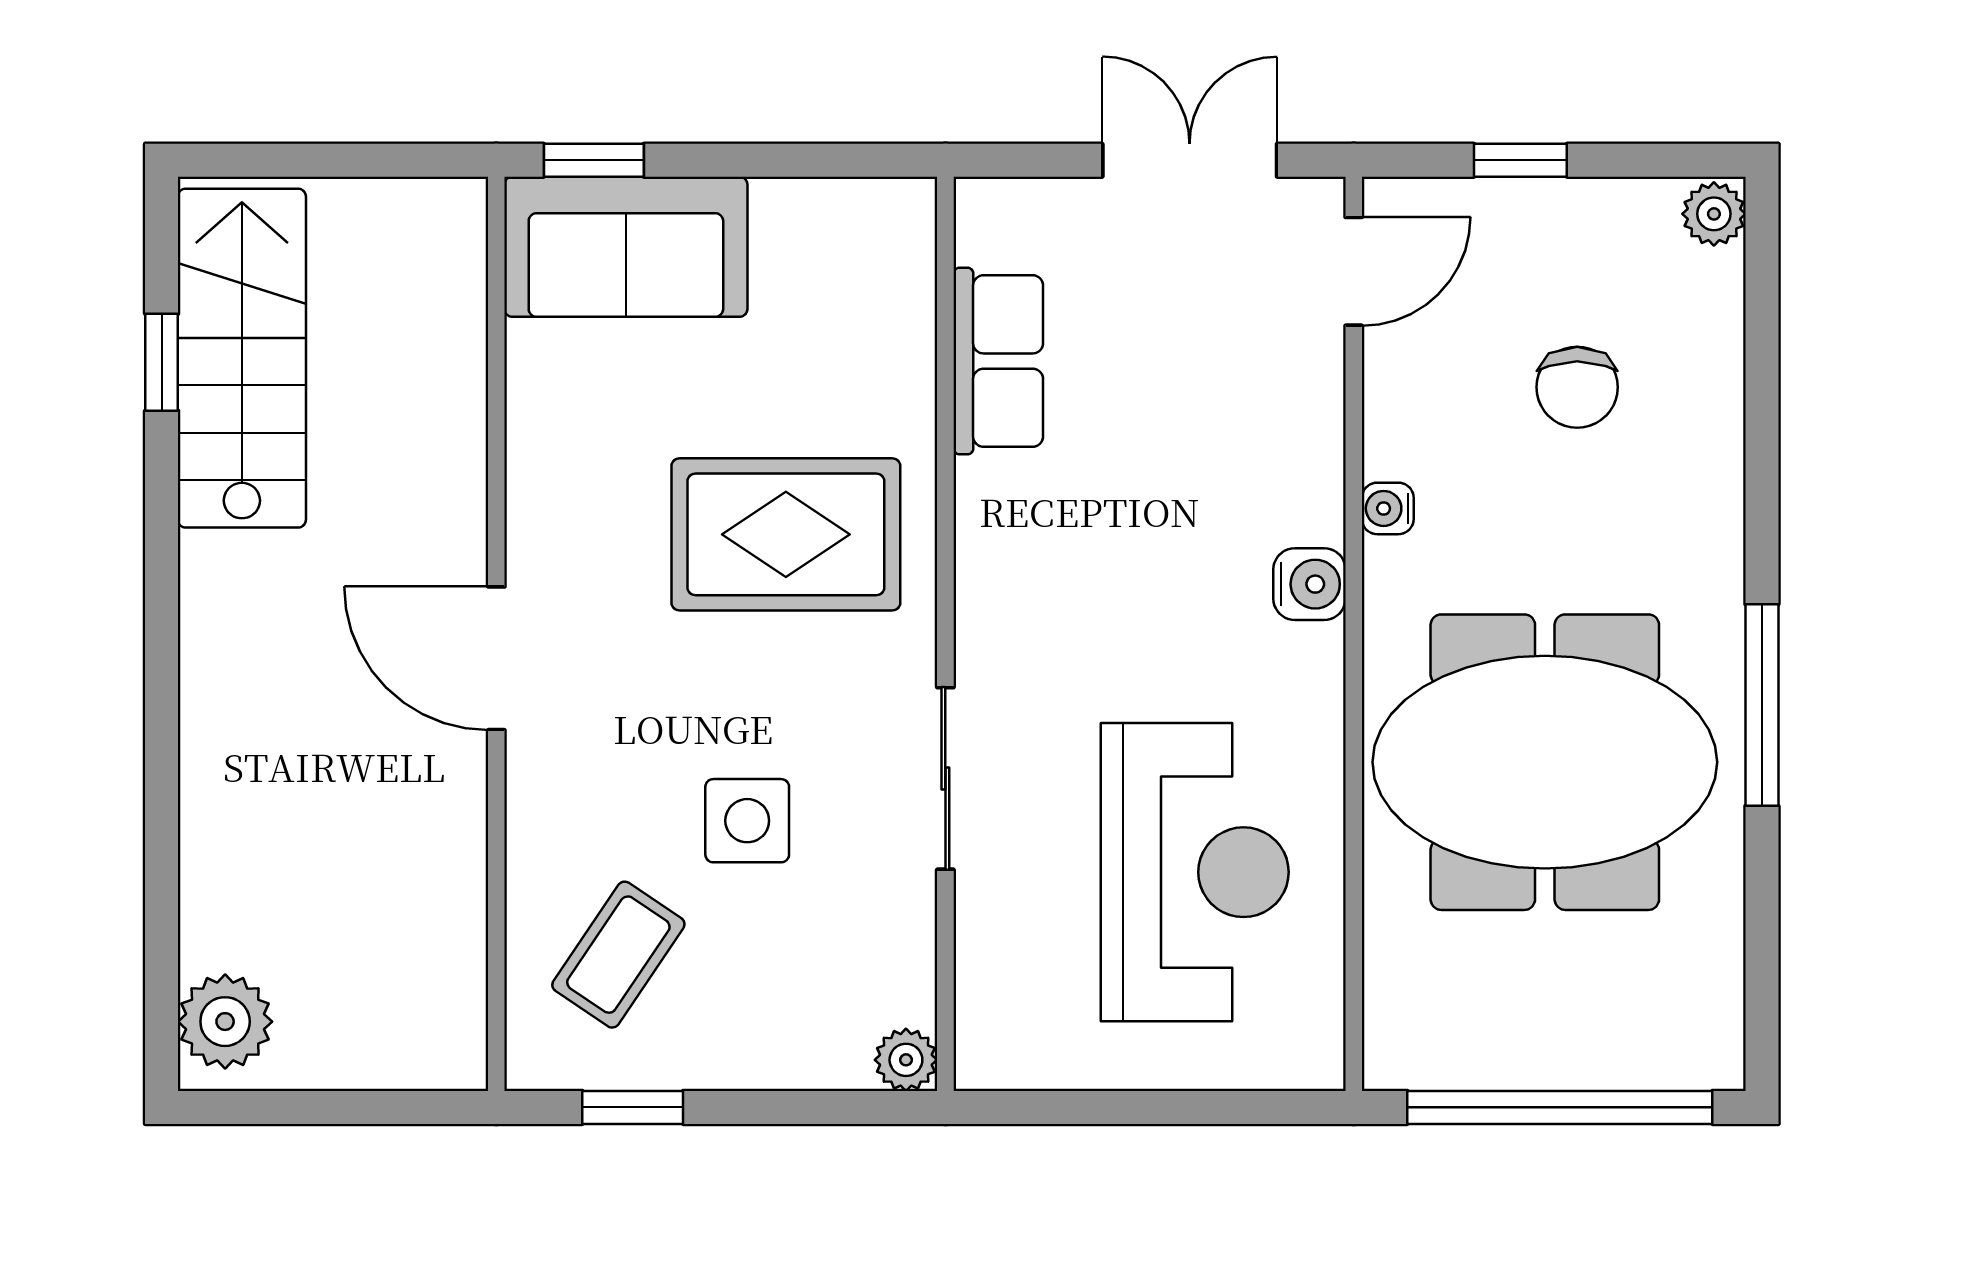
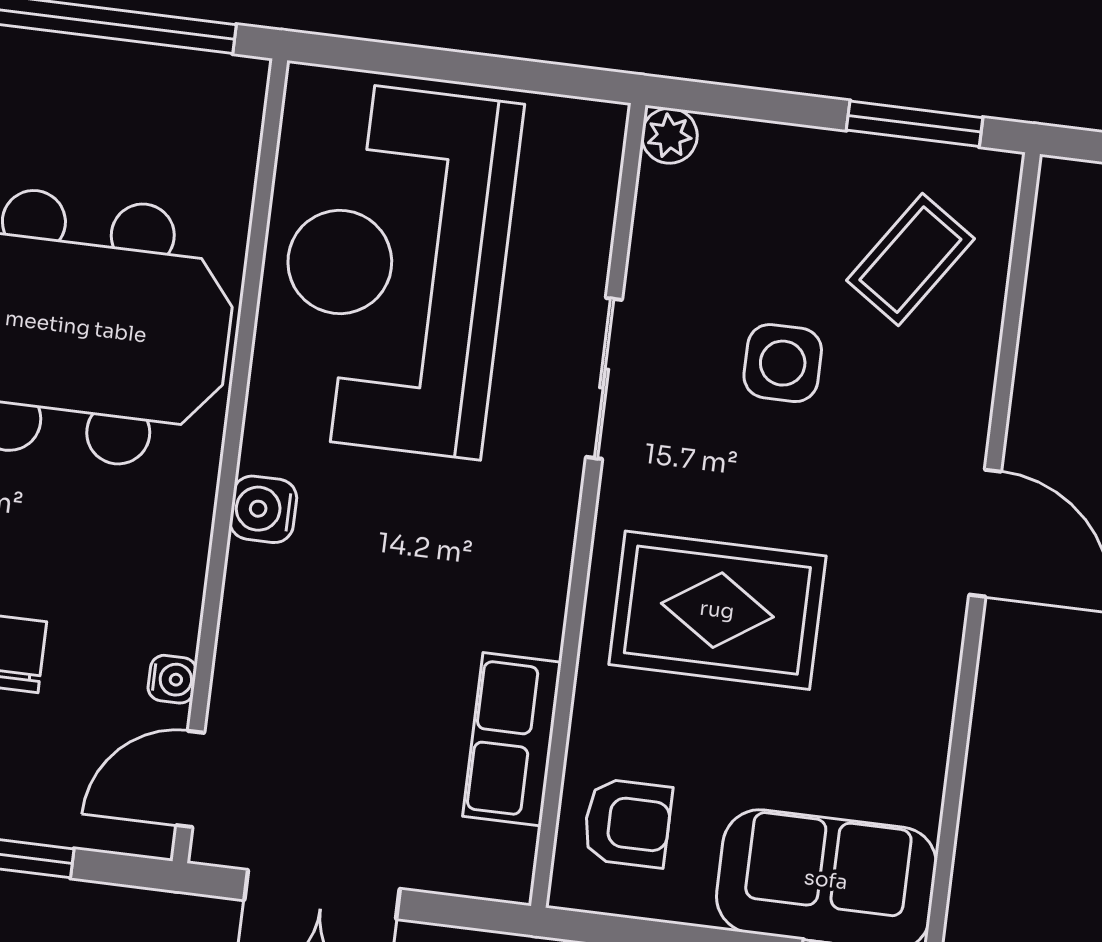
armchair: (857, 283) -> (627, 823), added
water cooler: (1388, 508) -> (172, 679), moved
reception desk: (1195, 872) -> (395, 269), width x1.36, depth x1.30
window: (633, 1107) -> (915, 124), width x1.50

